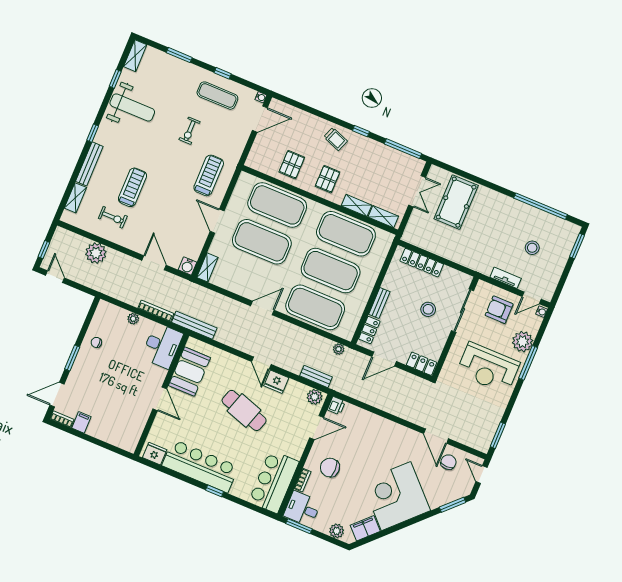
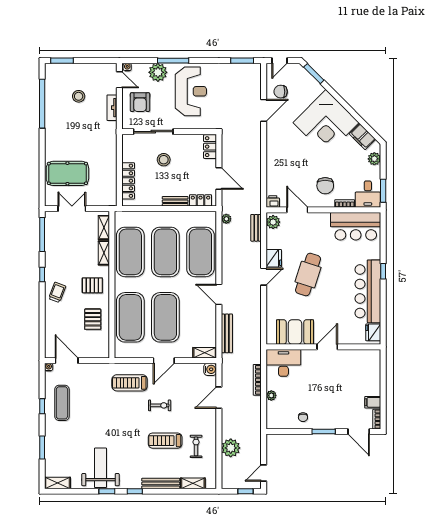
window: (115, 79) -> (107, 491), moved
exercise bike: (190, 131) -> (160, 405), moved
pallet: (292, 165) -> (93, 319), turned 90
bench: (194, 325) -> (227, 333), moved

